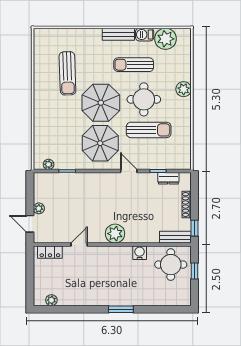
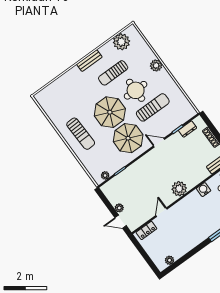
barbecue: (145, 35) -> (106, 49), removed
sun lounger: (67, 73) -> (81, 134), moved

